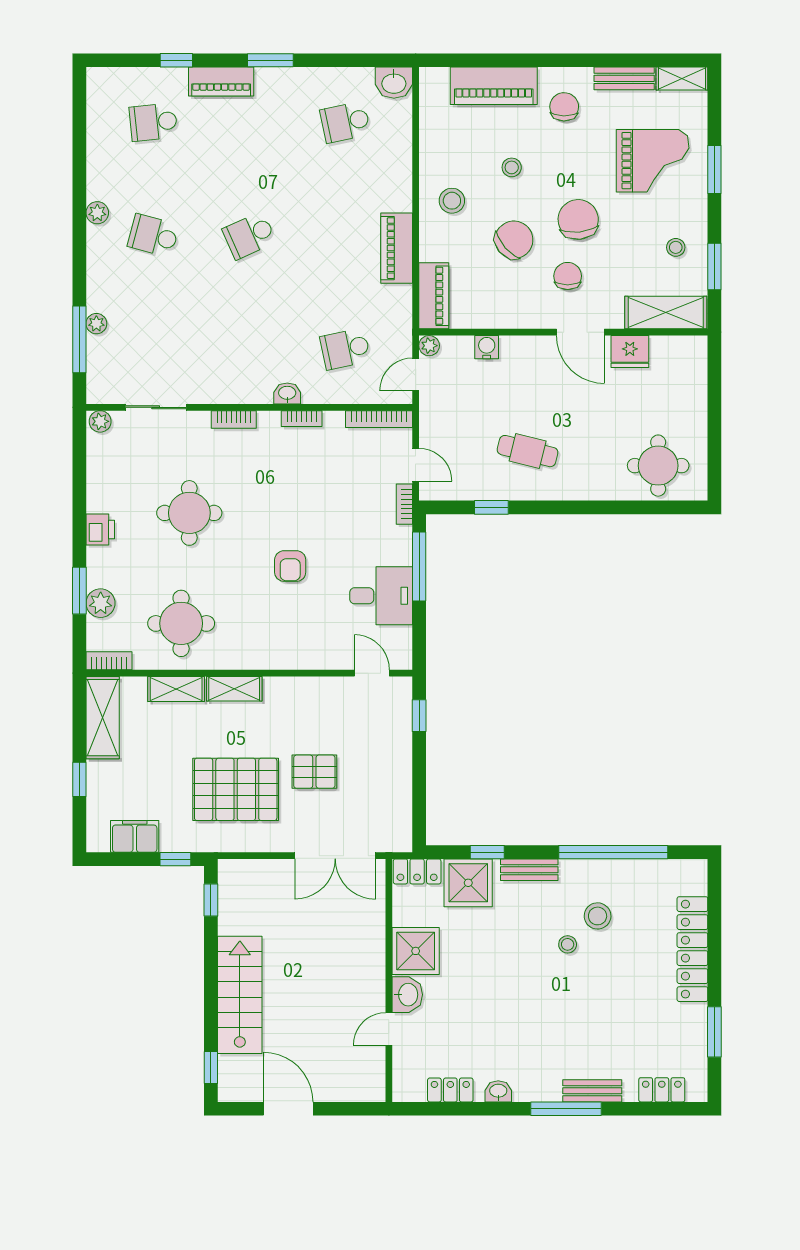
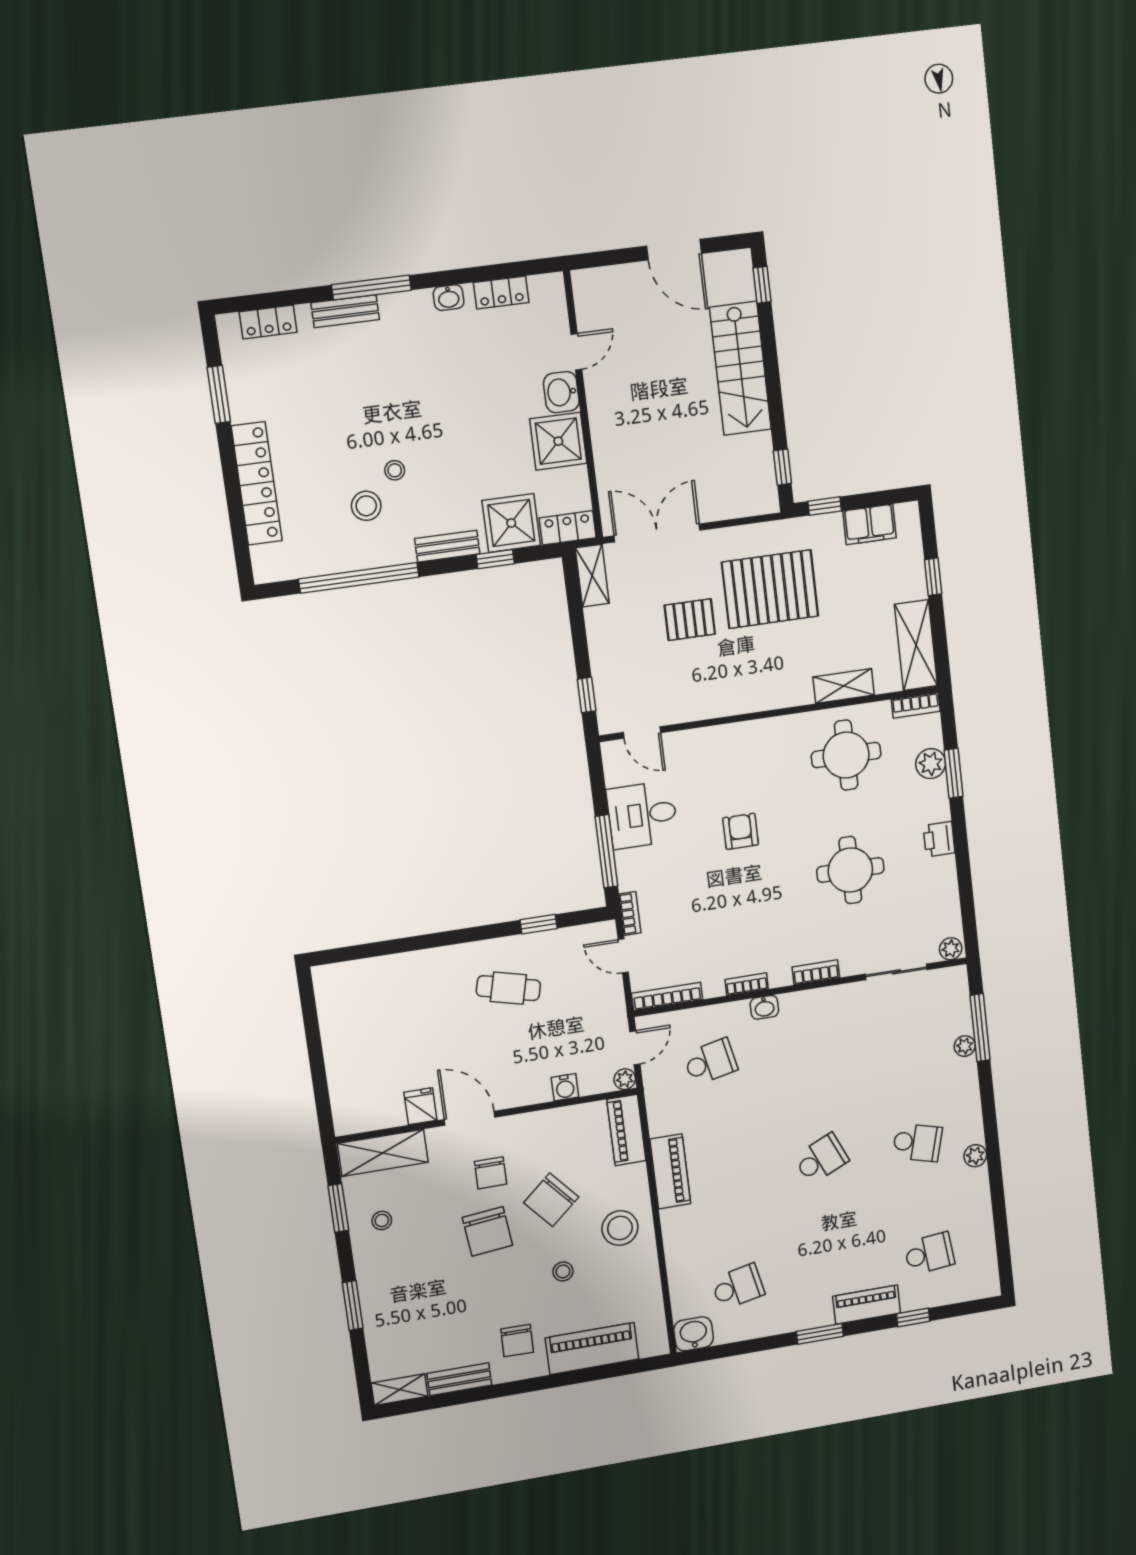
grand piano: (653, 161) -> (418, 1303), removed
stool: (452, 201) -> (620, 1228), width x1.38, depth x1.38
fridge: (630, 351) -> (420, 1106), width x0.72
round table: (658, 466) -> (368, 995), removed
shelving: (234, 689) -> (592, 576), moved, turned 90

